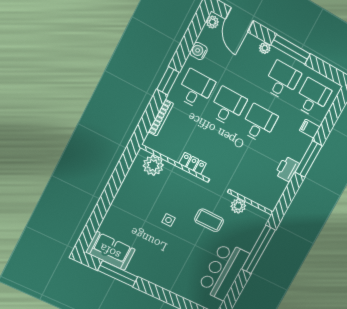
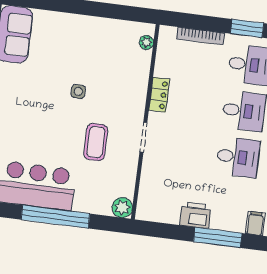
plant: (153, 165) -> (146, 42), width x0.53, depth x0.53
plant: (238, 206) -> (122, 208), moved
window: (258, 249) -> (55, 217), moved

